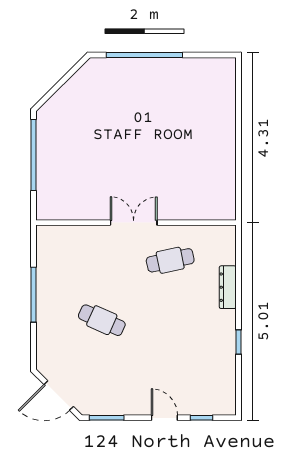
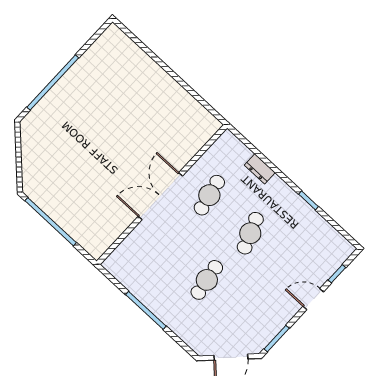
double door: (134, 223) -> (160, 196), width x1.37
dresser: (228, 287) -> (260, 169), width x0.70
cafe table: (102, 320) -> (207, 280), turned -33
cafe table: (170, 320) -> (250, 233), added

